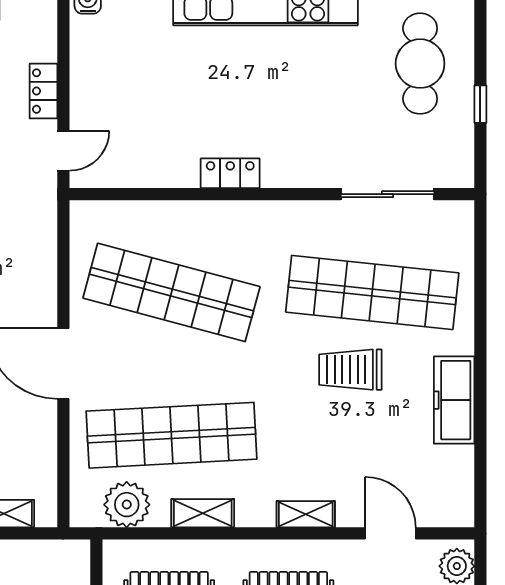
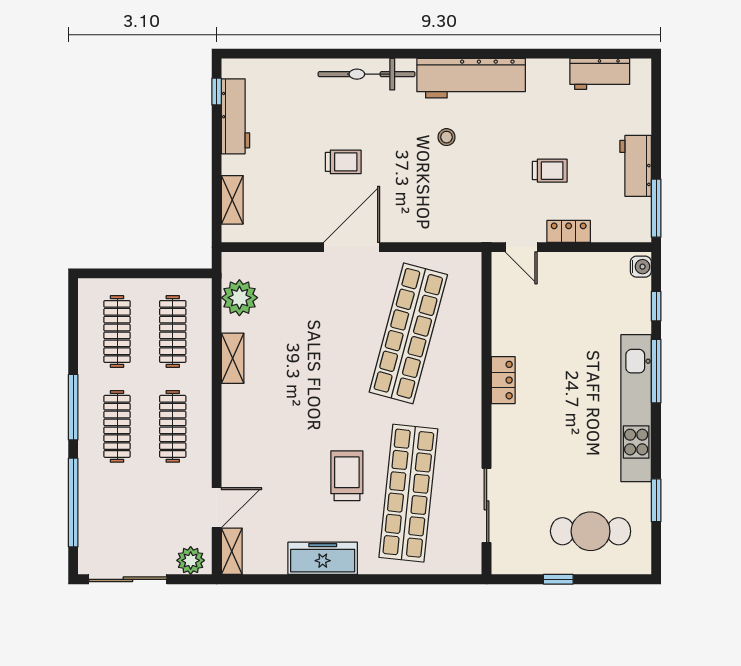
shop shelf: (171, 435) -> (295, 333), removed
shelving: (306, 514) -> (232, 551), moved

